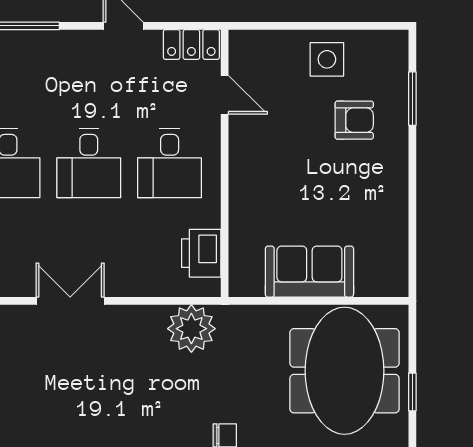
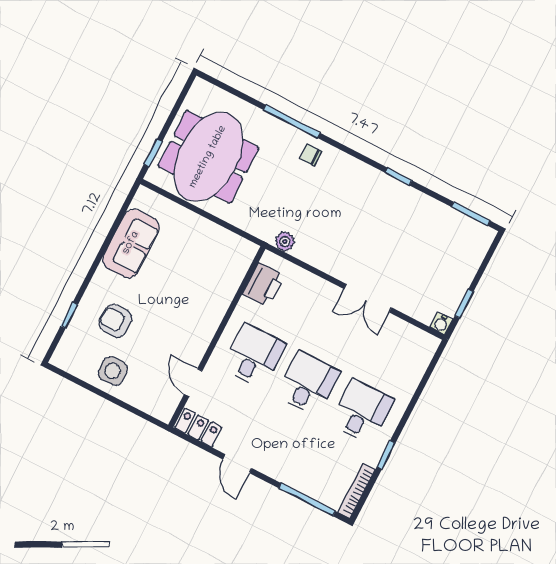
window: (412, 99) -> (69, 315), width x0.67
sofa: (309, 272) -> (131, 243), moved, turned -90
plant: (191, 329) -> (285, 241), width x0.53, depth x0.53
window: (412, 392) -> (153, 153), moved

